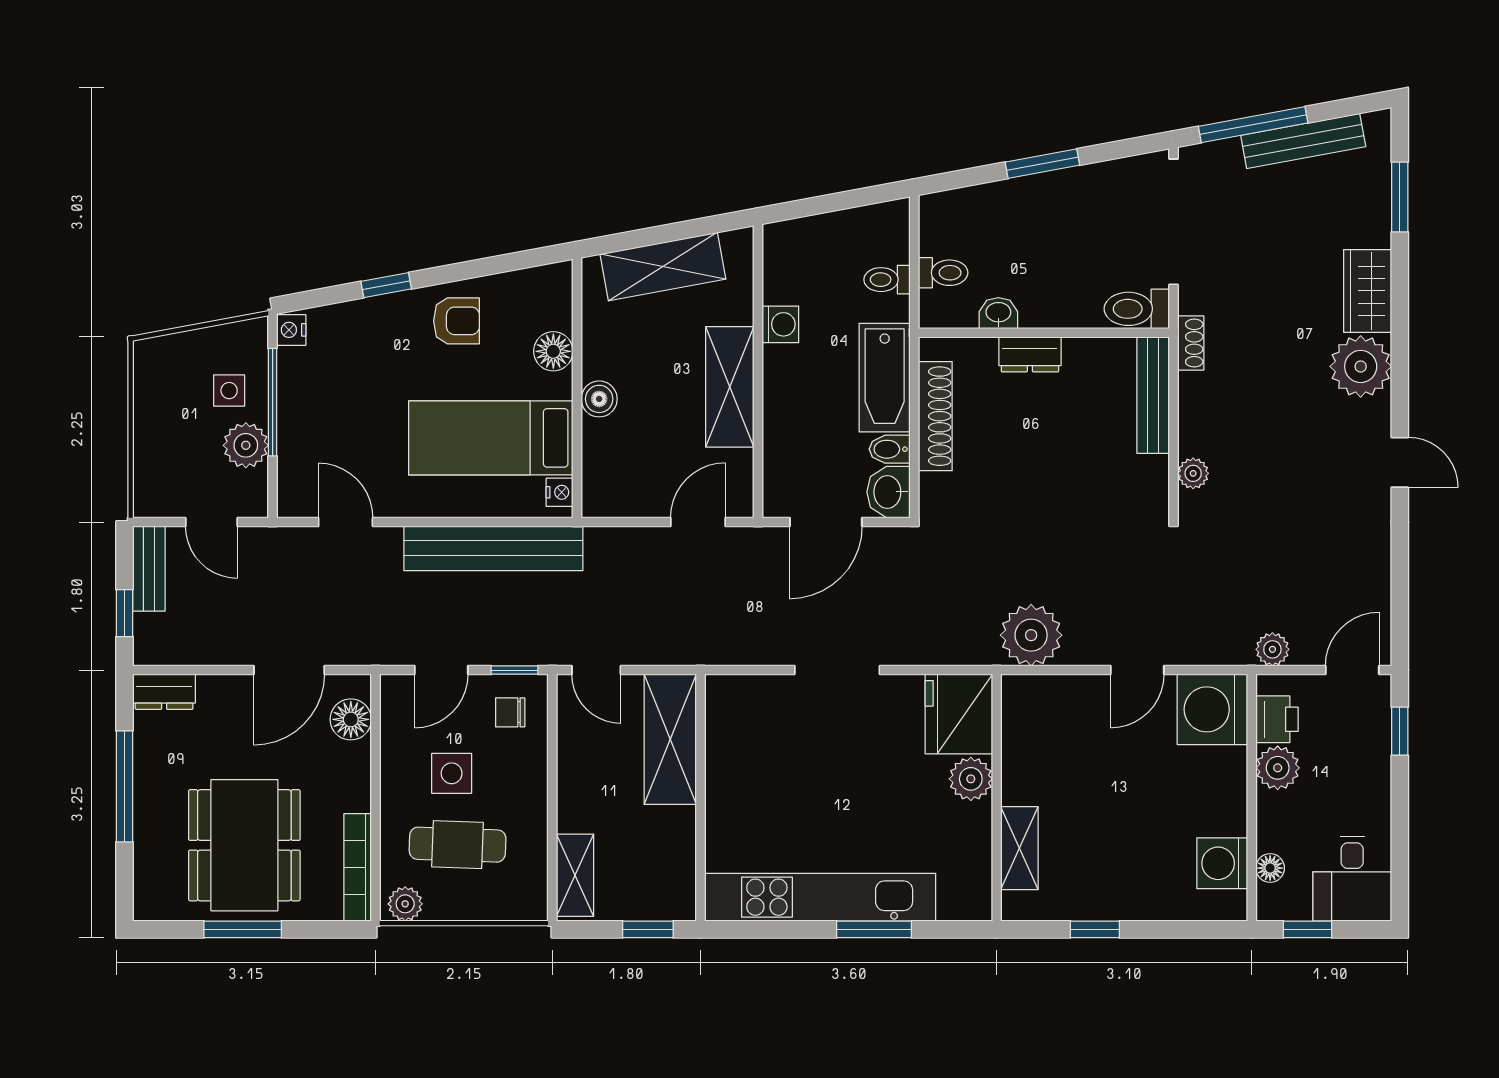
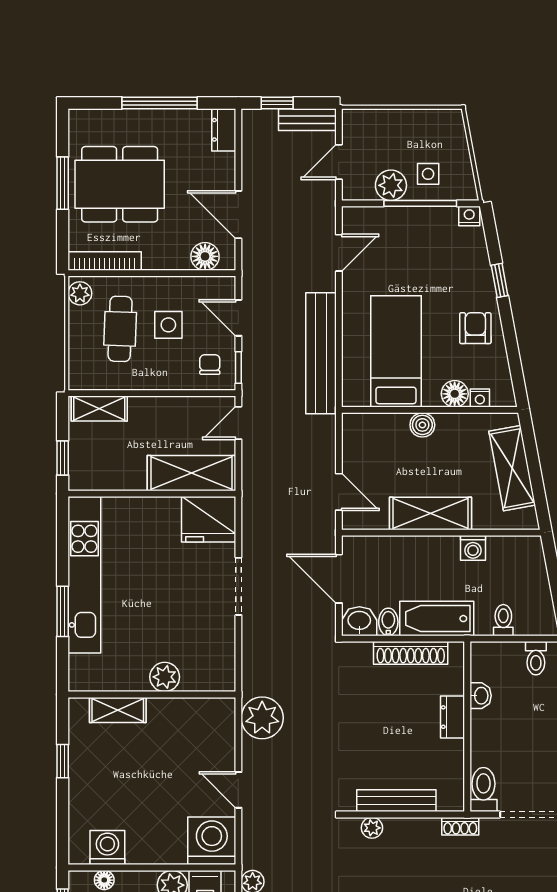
toilet: (943, 273) -> (536, 658), moved
armchair: (457, 321) -> (475, 328), turned 180
bench: (1153, 395) -> (396, 801), moved
nightstand: (560, 492) -> (480, 398), moved
fridge: (959, 714) -> (209, 519), moved, turned 180

